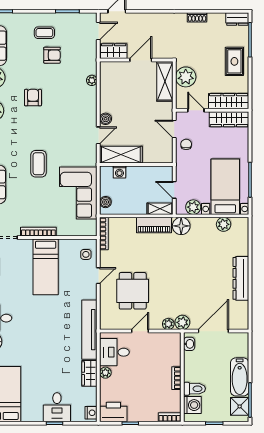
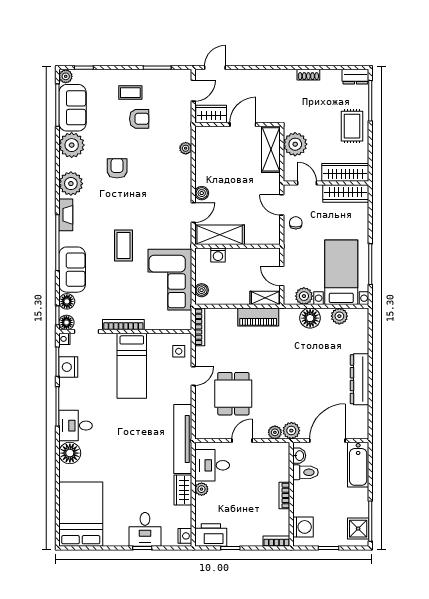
floor lamp: (181, 226) -> (310, 318), moved
bathtub: (240, 377) -> (358, 465), moved
toilet: (194, 389) -> (305, 472), moved

